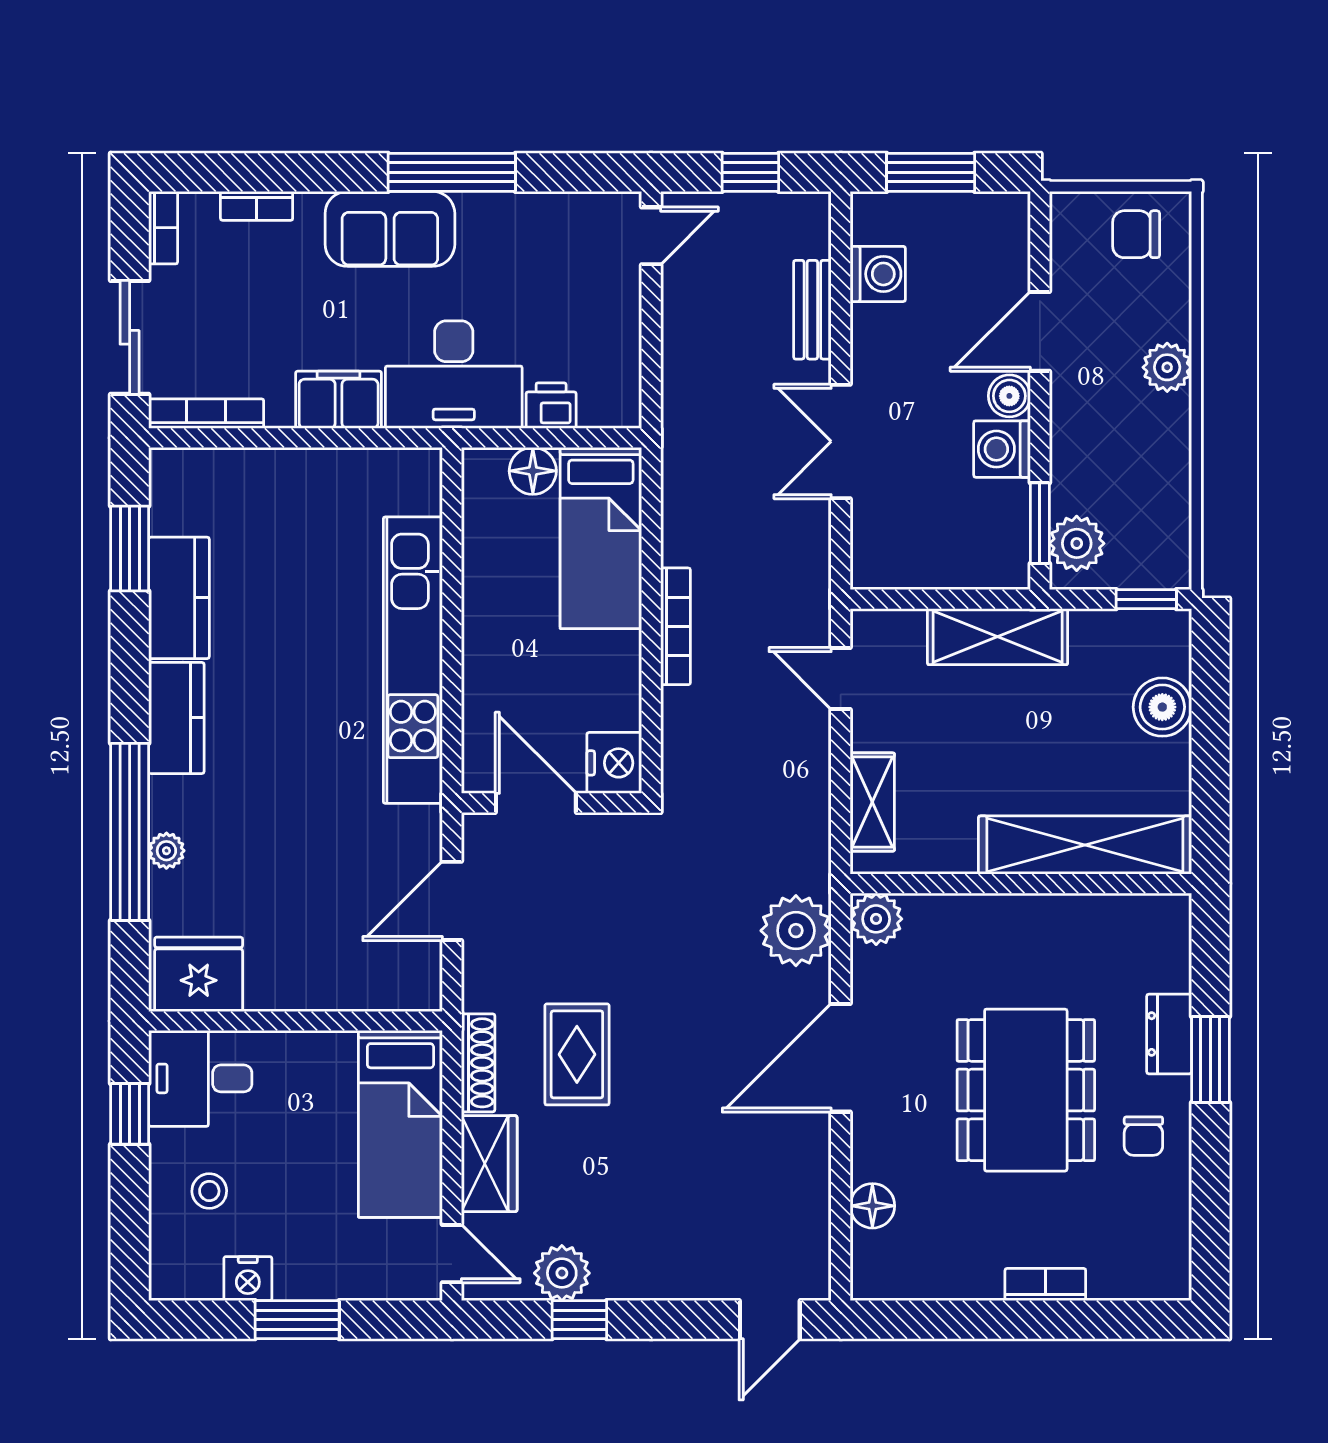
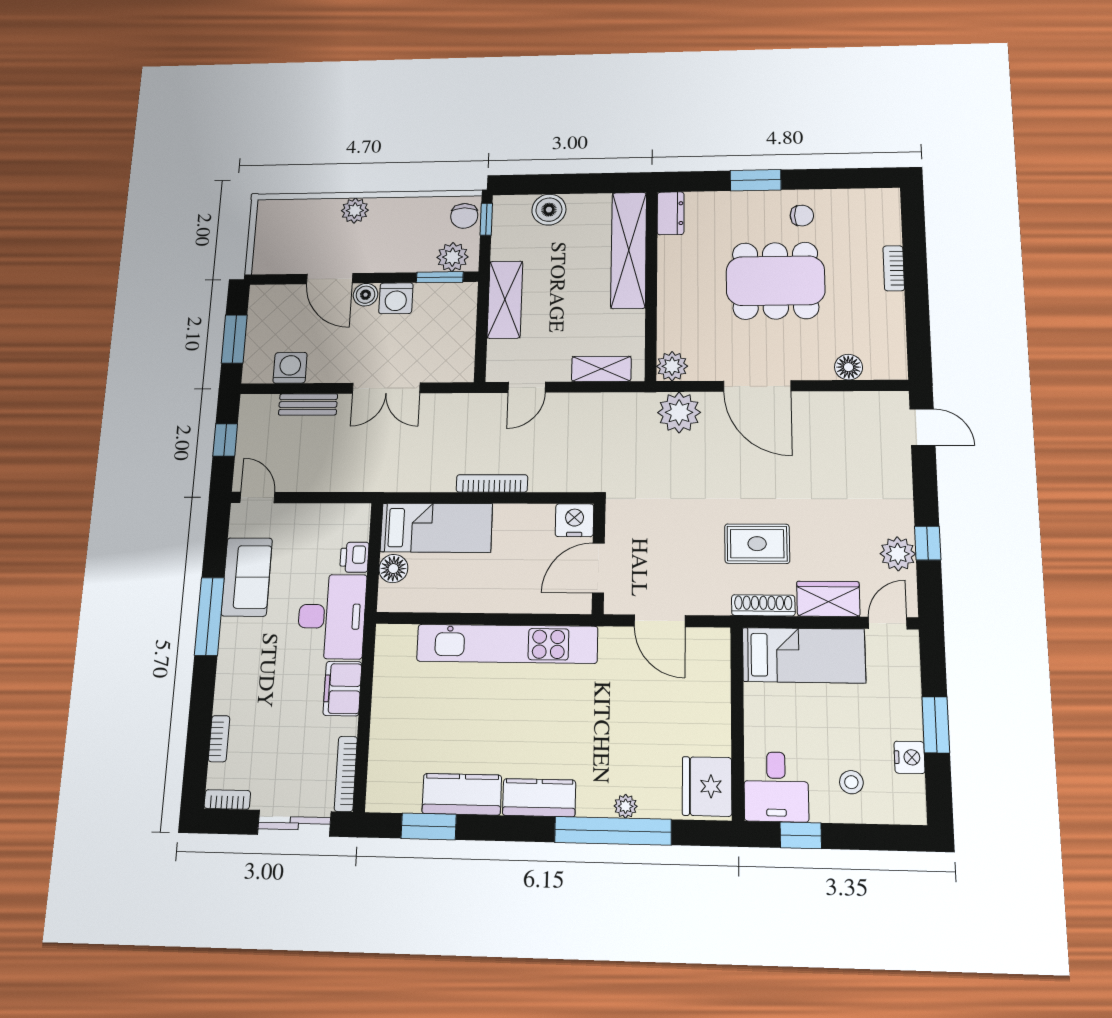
sofa: (390, 229) -> (247, 577), moved
chair: (1136, 234) -> (464, 216), moved
dresser: (1169, 1034) -> (671, 213), moved, turned -90

